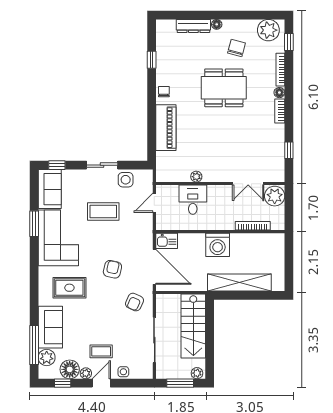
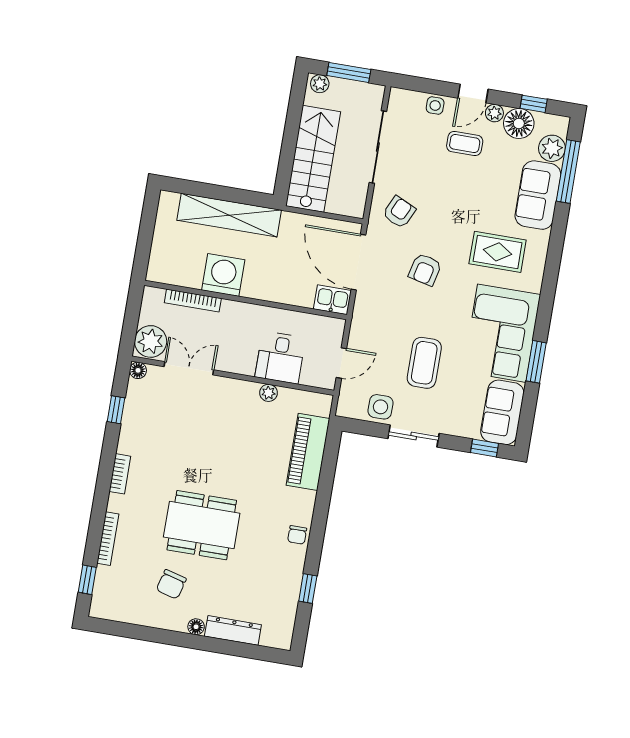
plant: (268, 30) -> (116, 604), removed
floor lamp: (279, 93) -> (138, 370), moved
piano: (166, 128) -> (308, 452), moved
coffee table: (103, 211) -> (424, 363), turned 90
washing machine: (218, 245) -> (223, 275), moved

